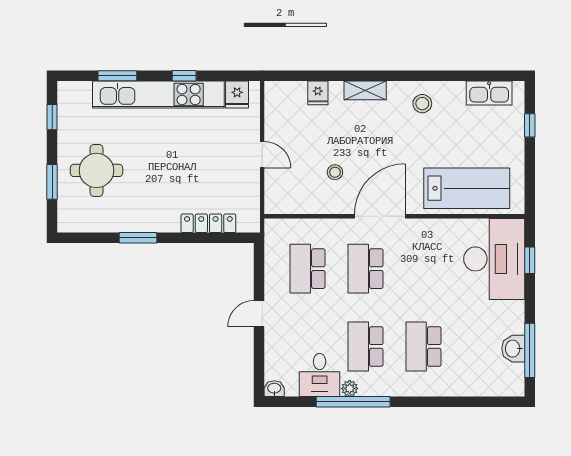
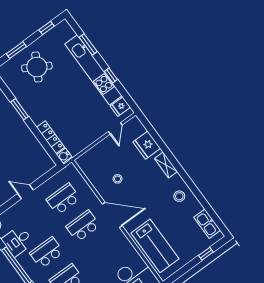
fridge: (318, 93) -> (147, 145), width x1.88, depth x1.34
door: (262, 155) -> (115, 128), moved
round table: (96, 170) -> (37, 67), turned 30
water cooler: (248, 223) -> (64, 156), added
plant: (350, 388) -> (22, 260), removed

